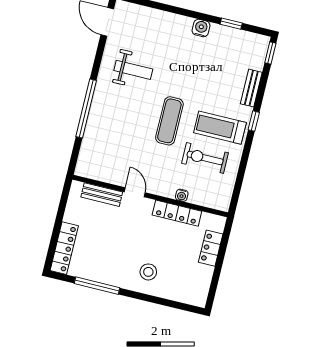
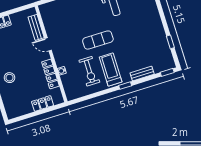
water cooler: (201, 28) -> (158, 27), removed
exercise bike: (205, 158) -> (89, 71), turned 180
door: (135, 192) -> (48, 44), swing flipped

